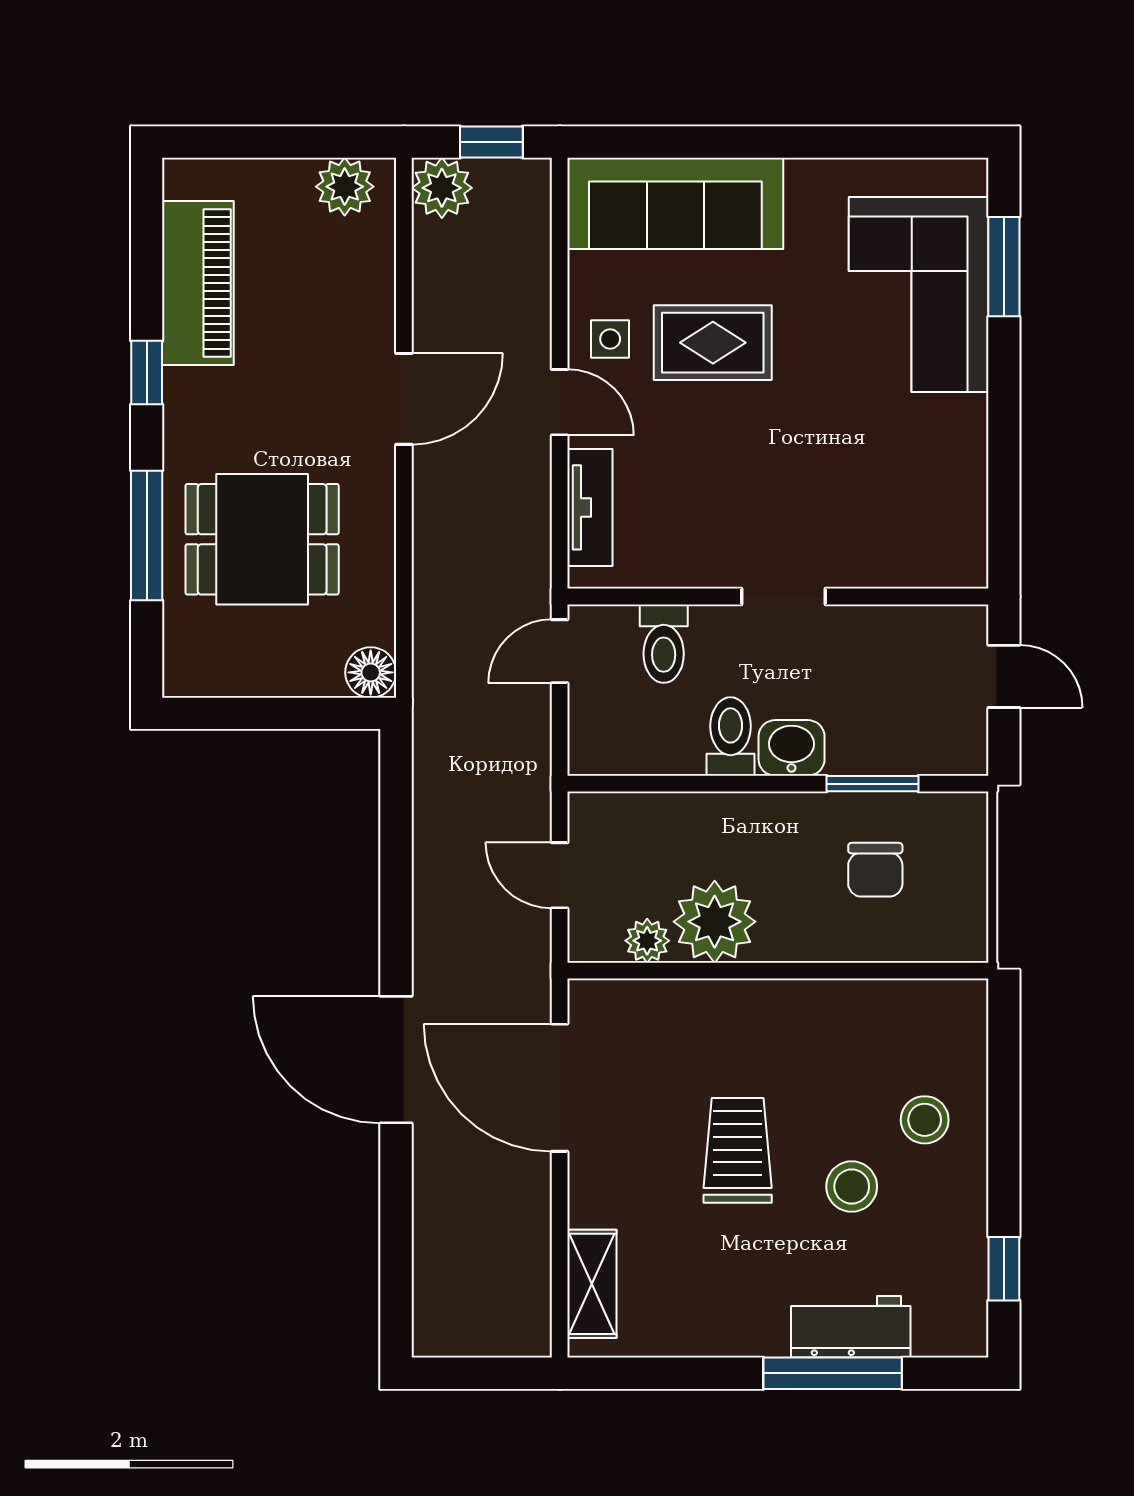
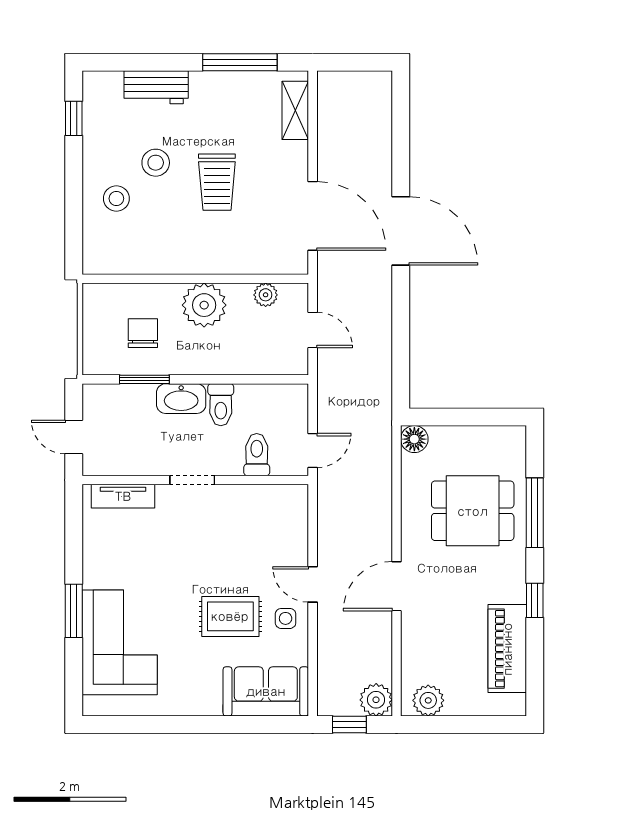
sofa: (675, 203) -> (266, 691), width x0.73
window: (1004, 267) -> (74, 611), moved
tv unit: (590, 507) -> (123, 496), moved, turned -90
washbasin: (792, 748) -> (181, 399), width x1.38
plant: (715, 922) -> (204, 305), moved
window: (833, 1373) -> (240, 62), moved

